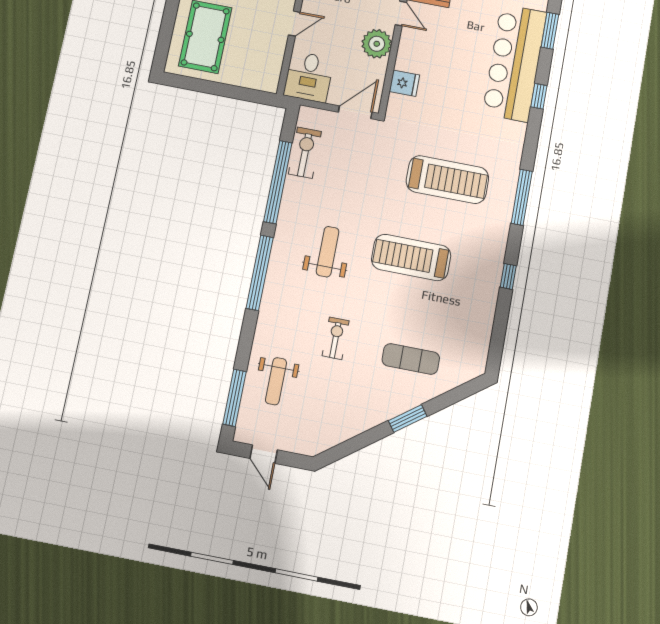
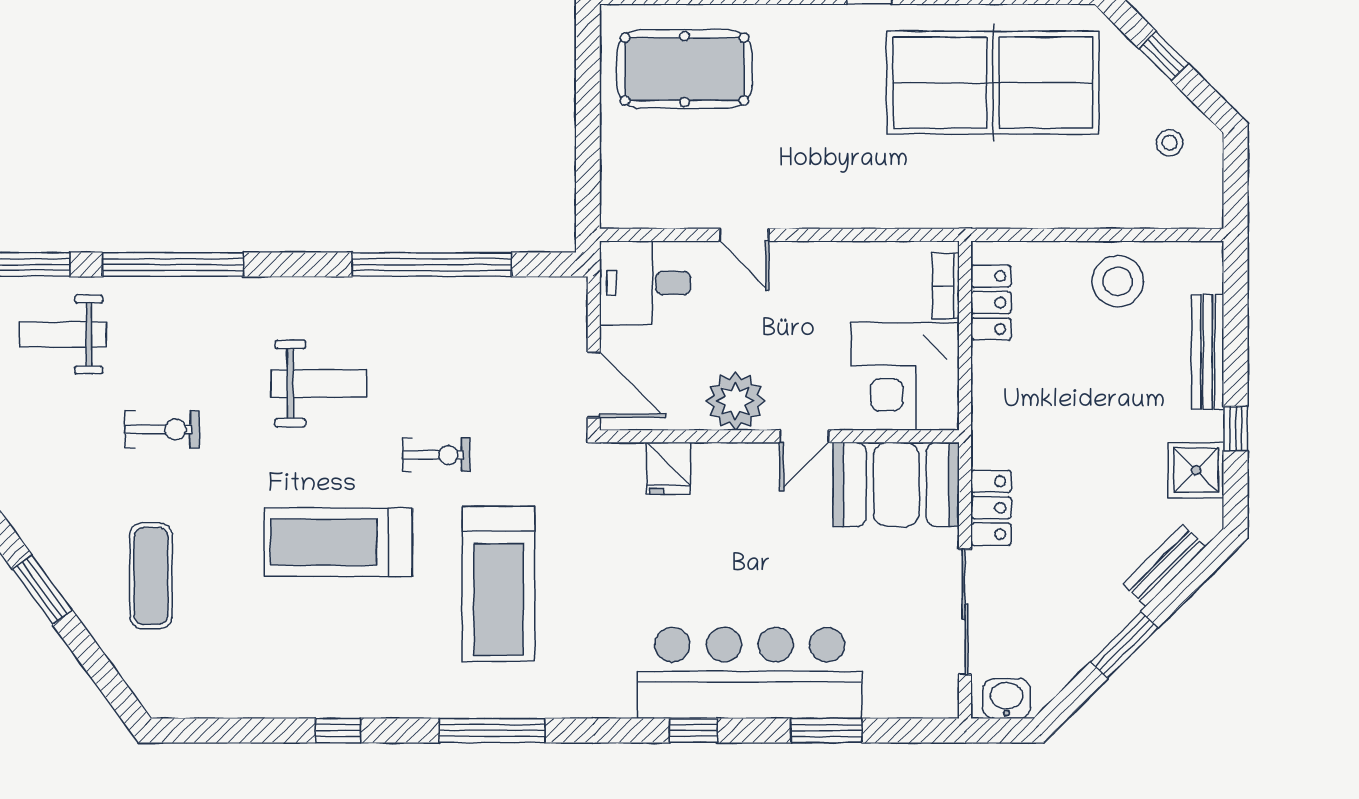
exercise bike: (305, 153) -> (436, 455), moved, width x0.73, depth x0.72
treadmill: (411, 257) -> (338, 542), turned -90
window: (260, 273) -> (173, 265), moved

